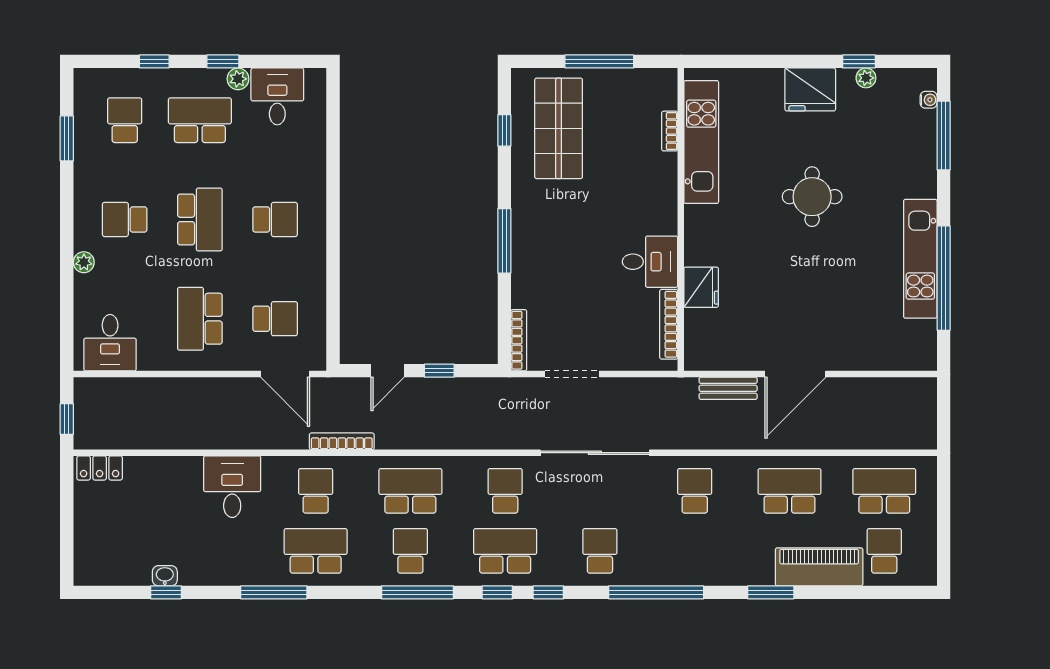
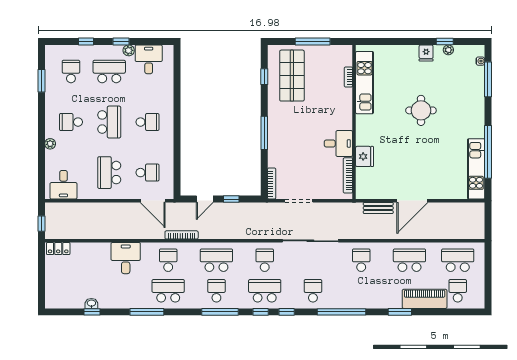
fridge: (810, 89) -> (426, 53), width x0.53, depth x0.75
kitchen unit: (920, 259) -> (476, 169), moved

